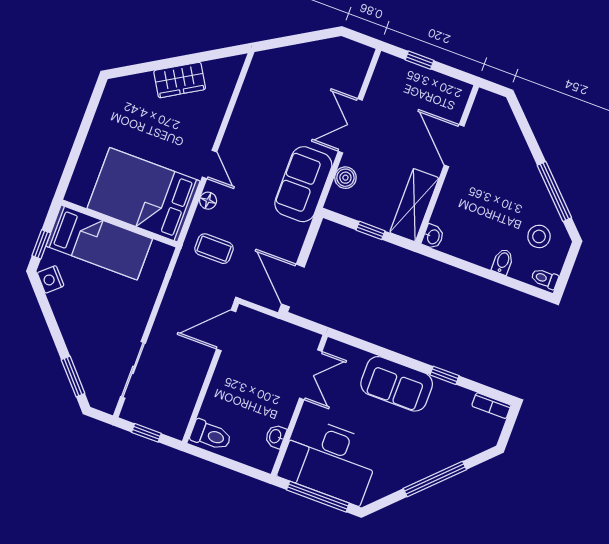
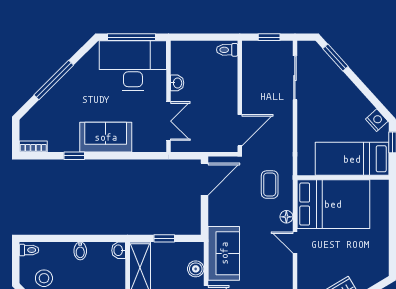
coffee table: (214, 249) -> (270, 185), turned 90
bidet: (503, 262) -> (80, 251), moved
door: (293, 286) -> (204, 179), hinge flipped
double door: (311, 375) -> (169, 121), swing flipped
toilet: (211, 435) -> (227, 50), width x0.73, depth x0.72
washbasin: (276, 436) -> (177, 83), moved

